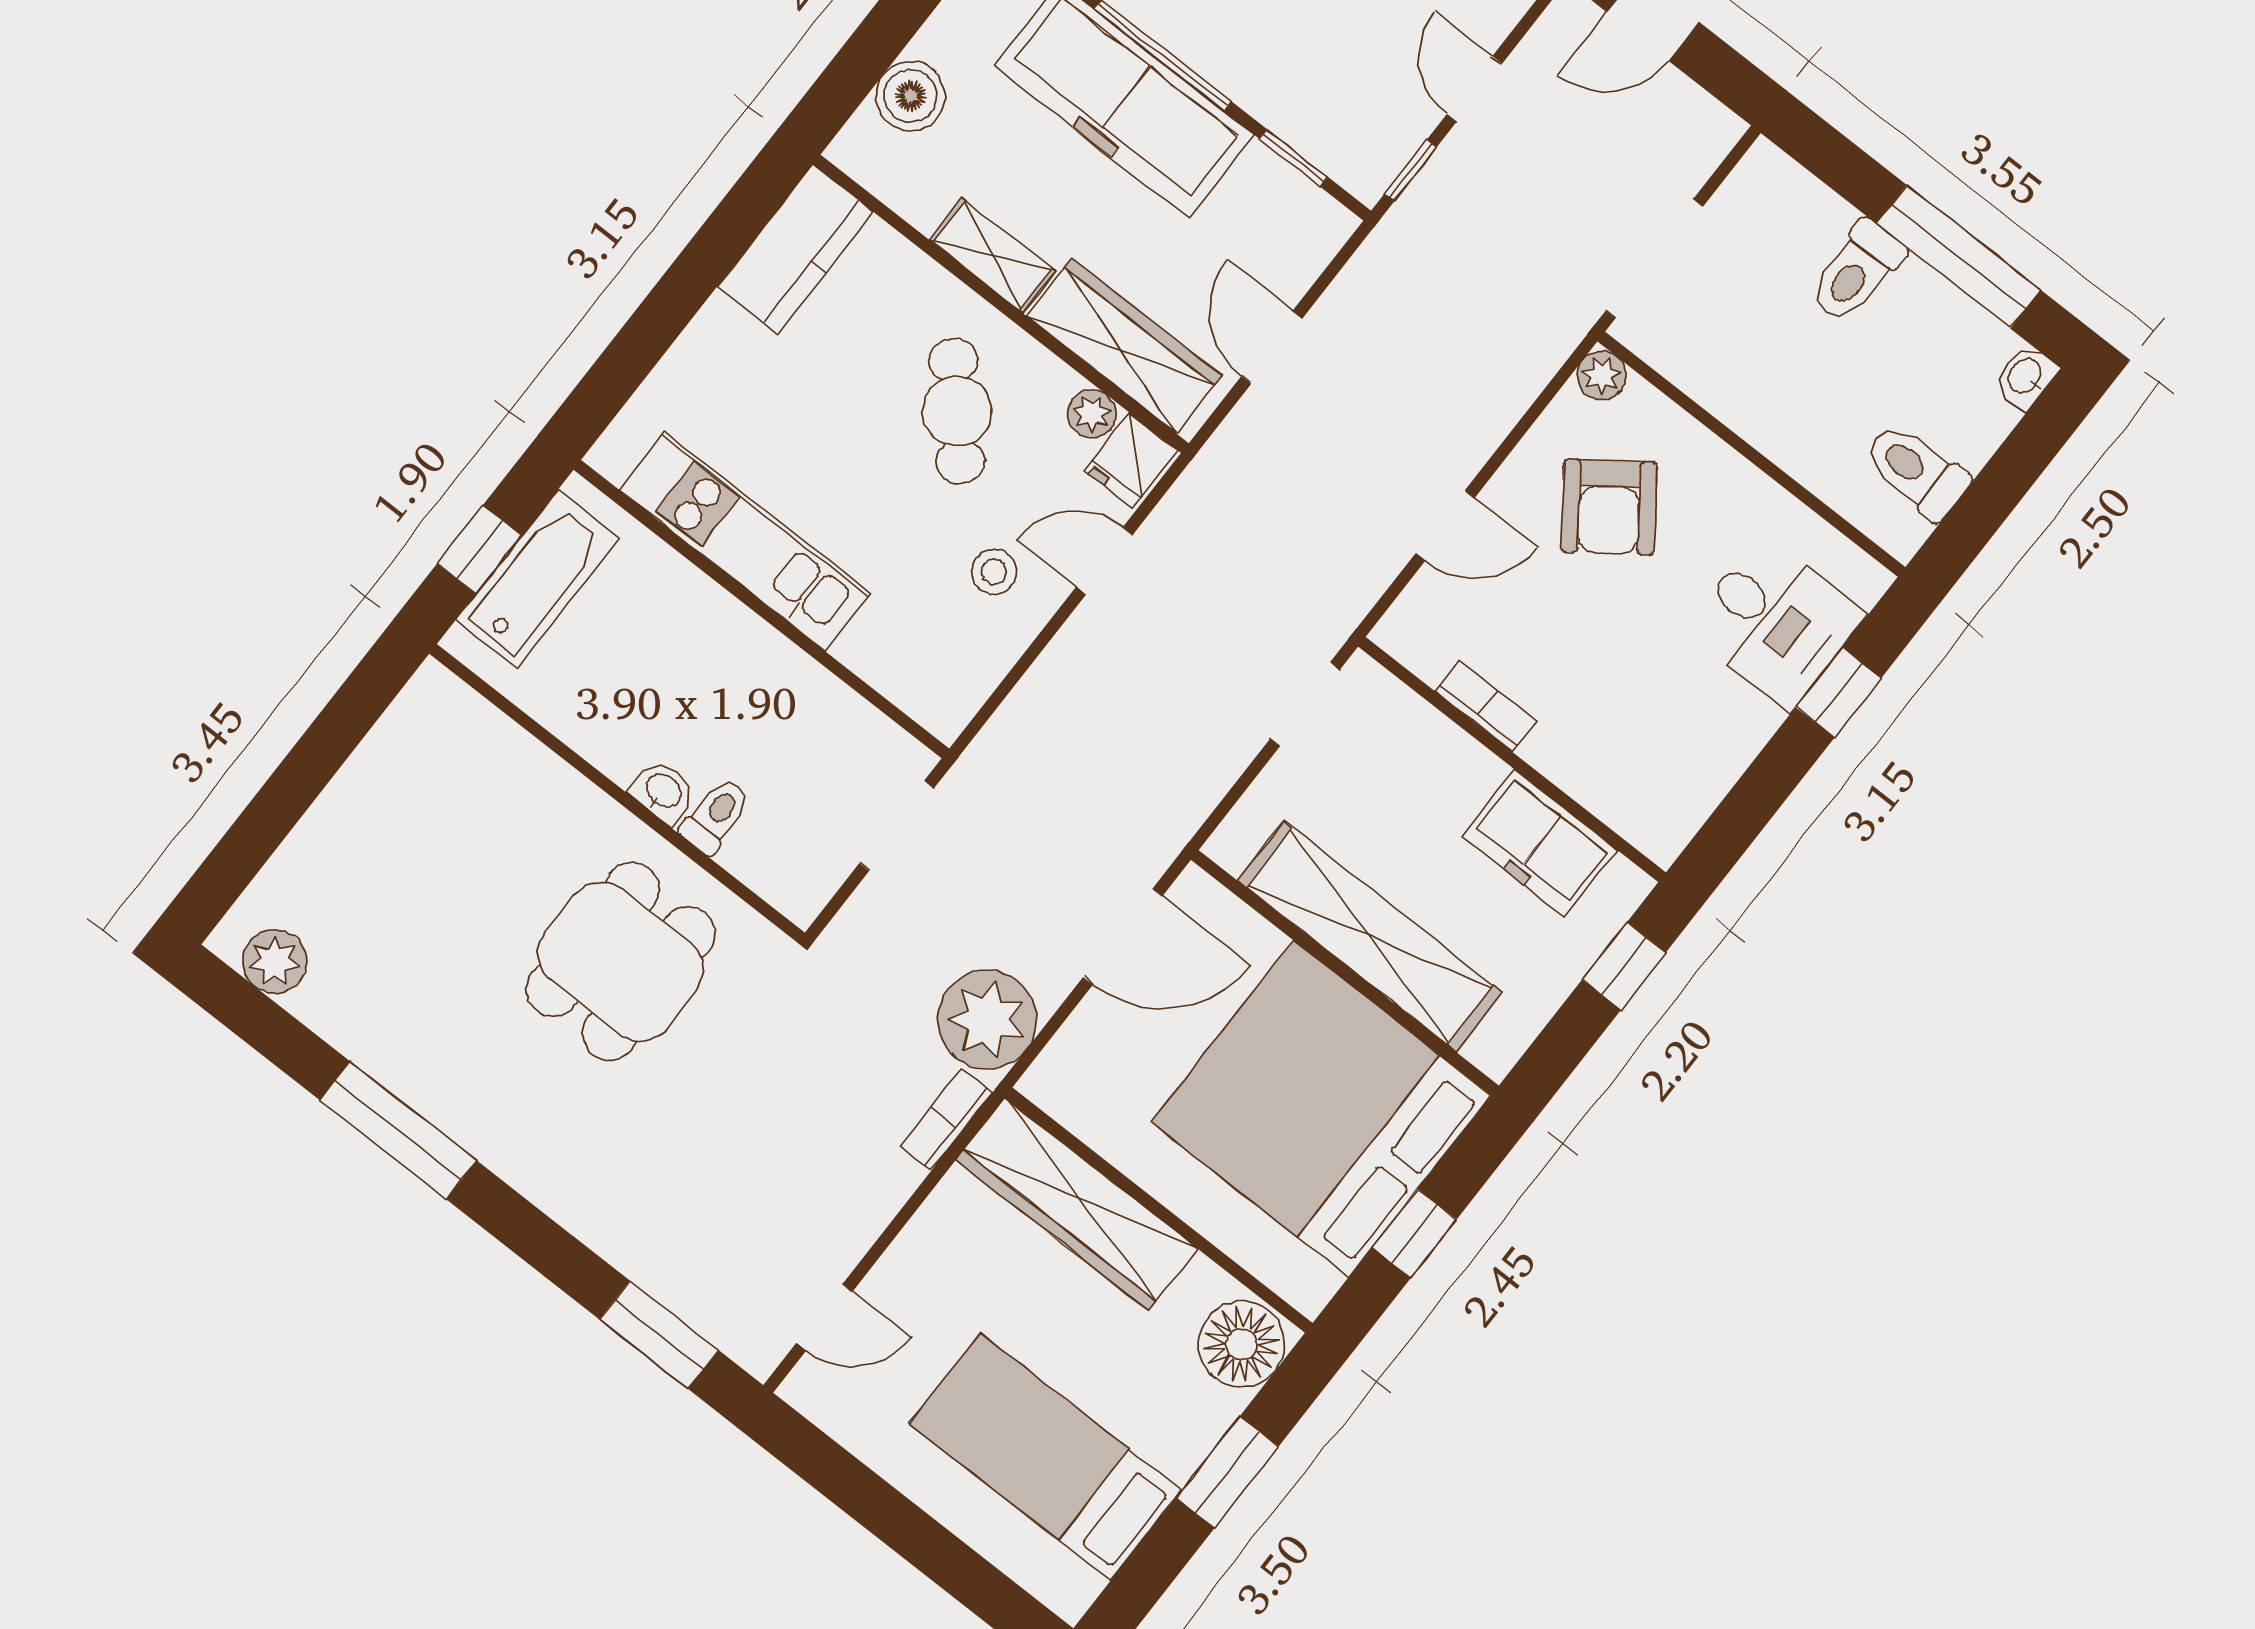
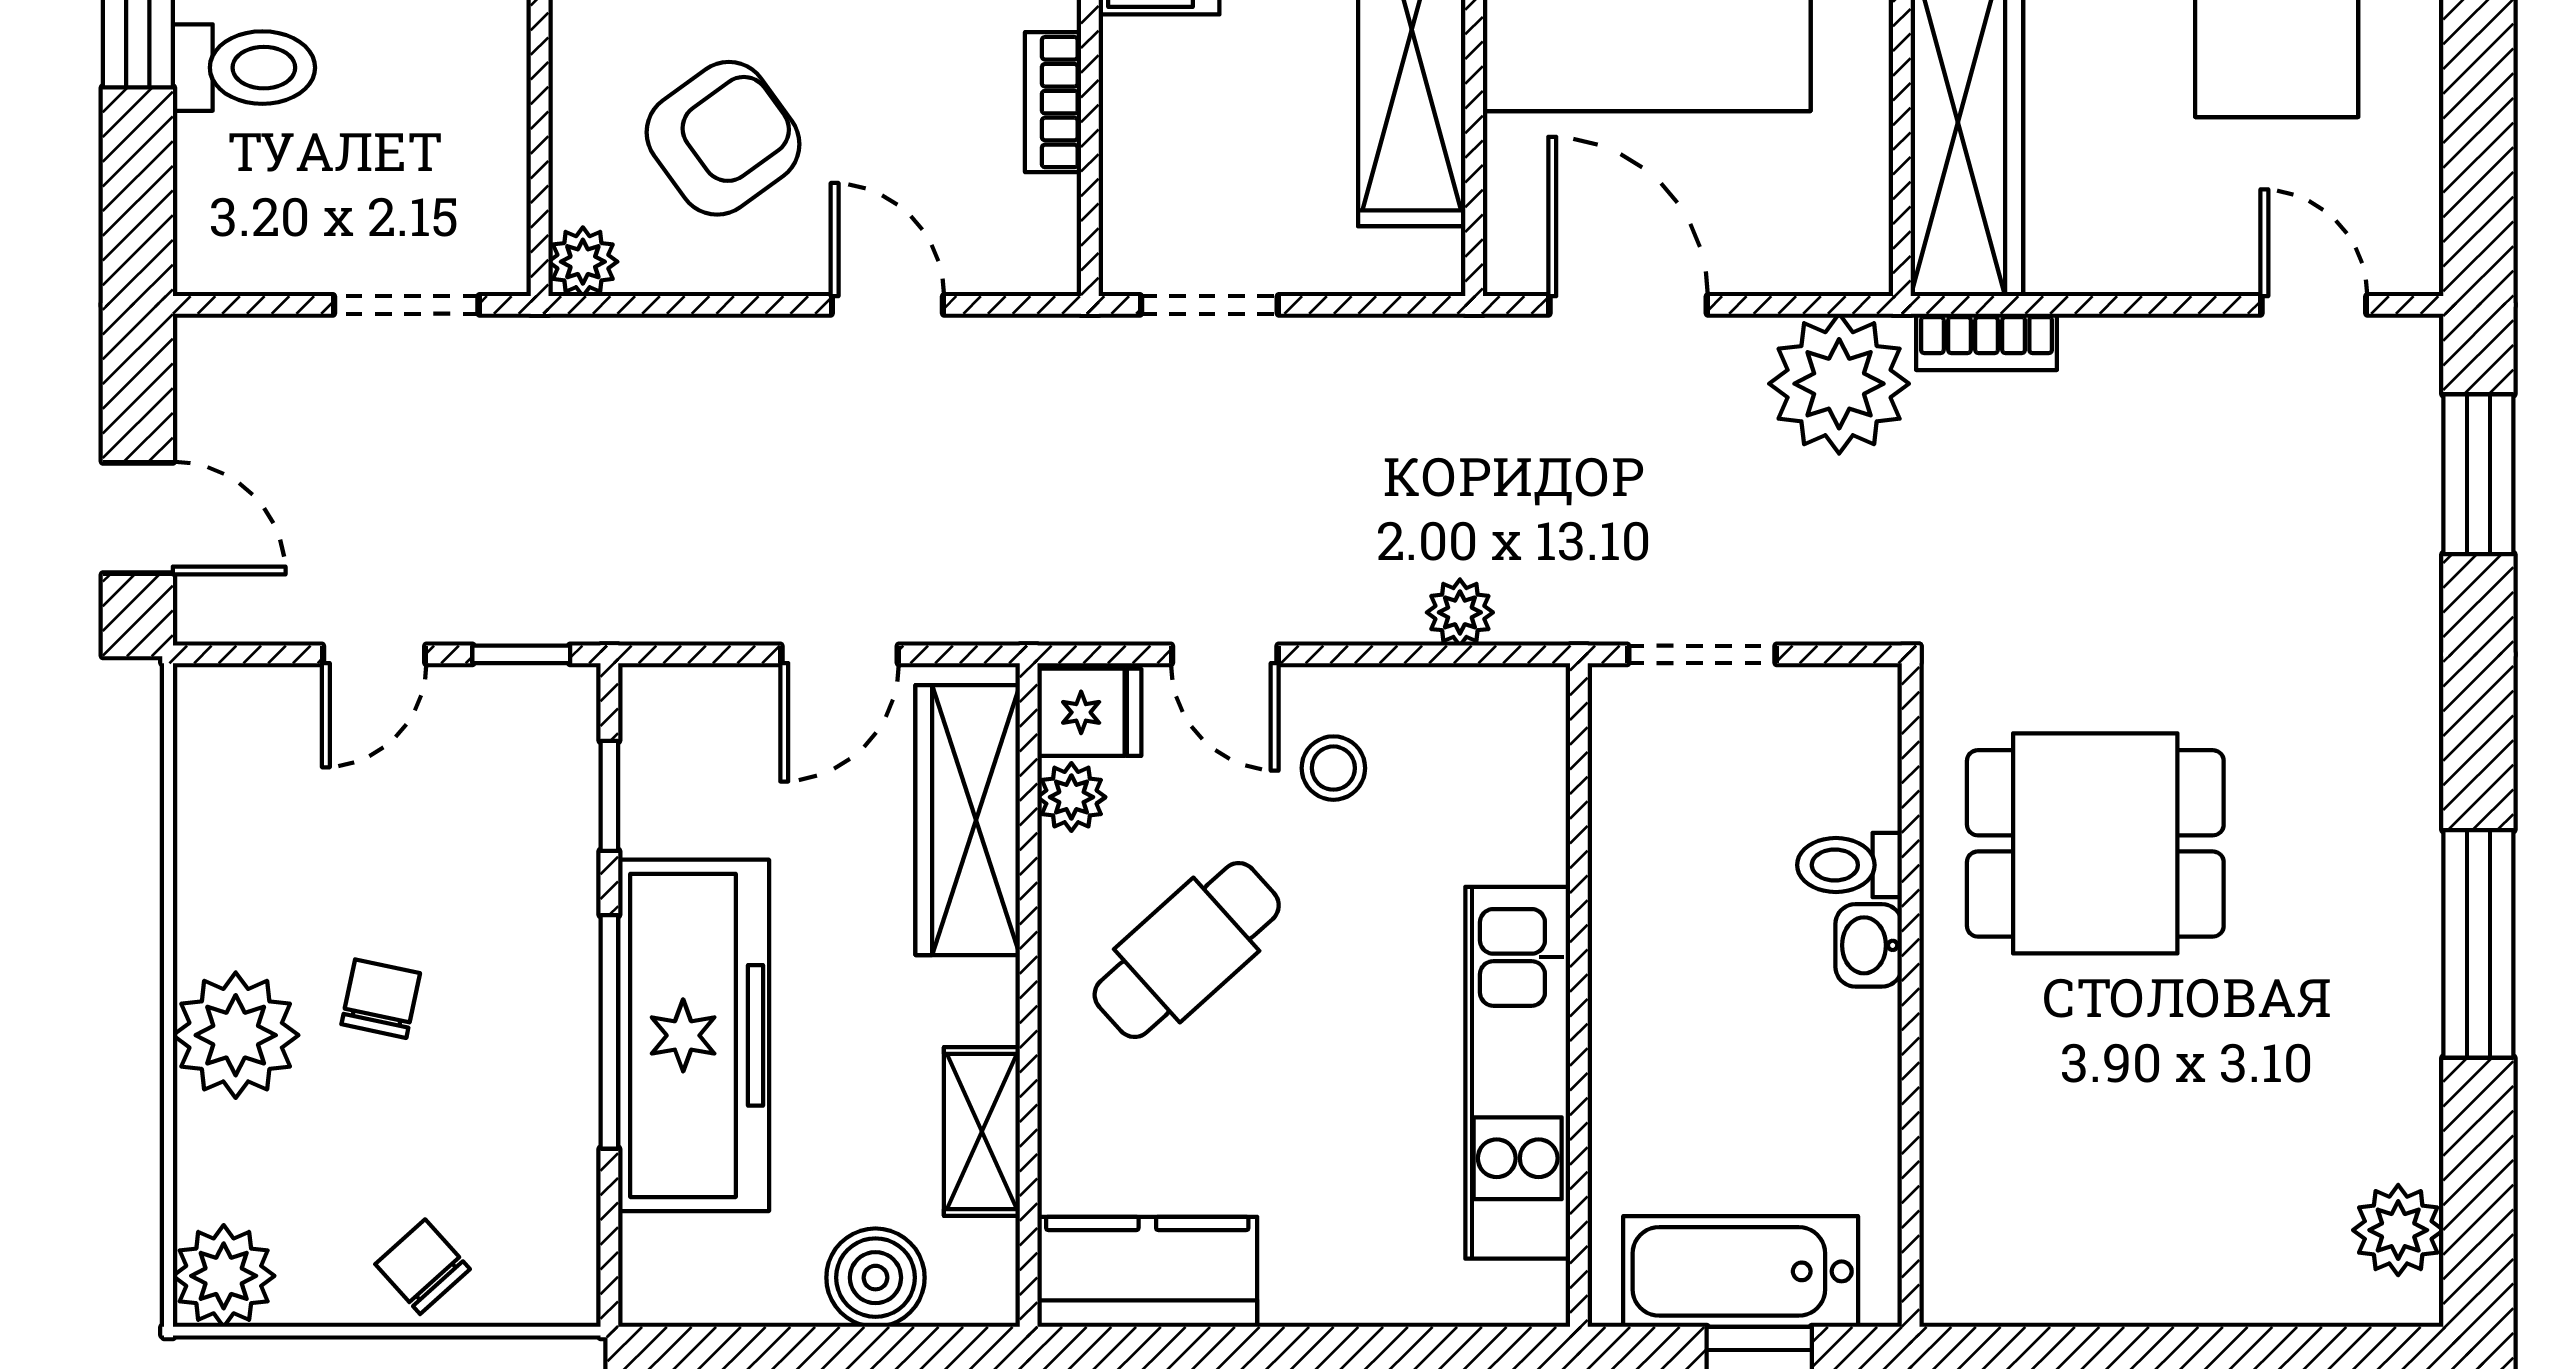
shelving: (992, 255) -> (982, 1132), moved
doorway: (1654, 259) -> (406, 305), width x0.73
plant: (1025, 710) -> (1460, 612), added

